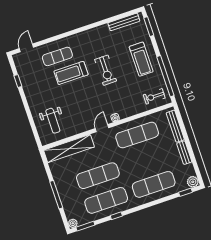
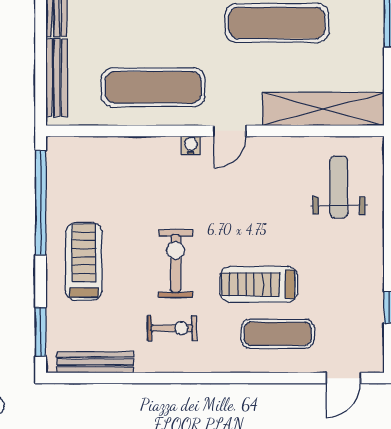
treadmill: (71, 73) -> (259, 284), turned 180
exercise bike: (154, 96) -> (172, 328), moved

